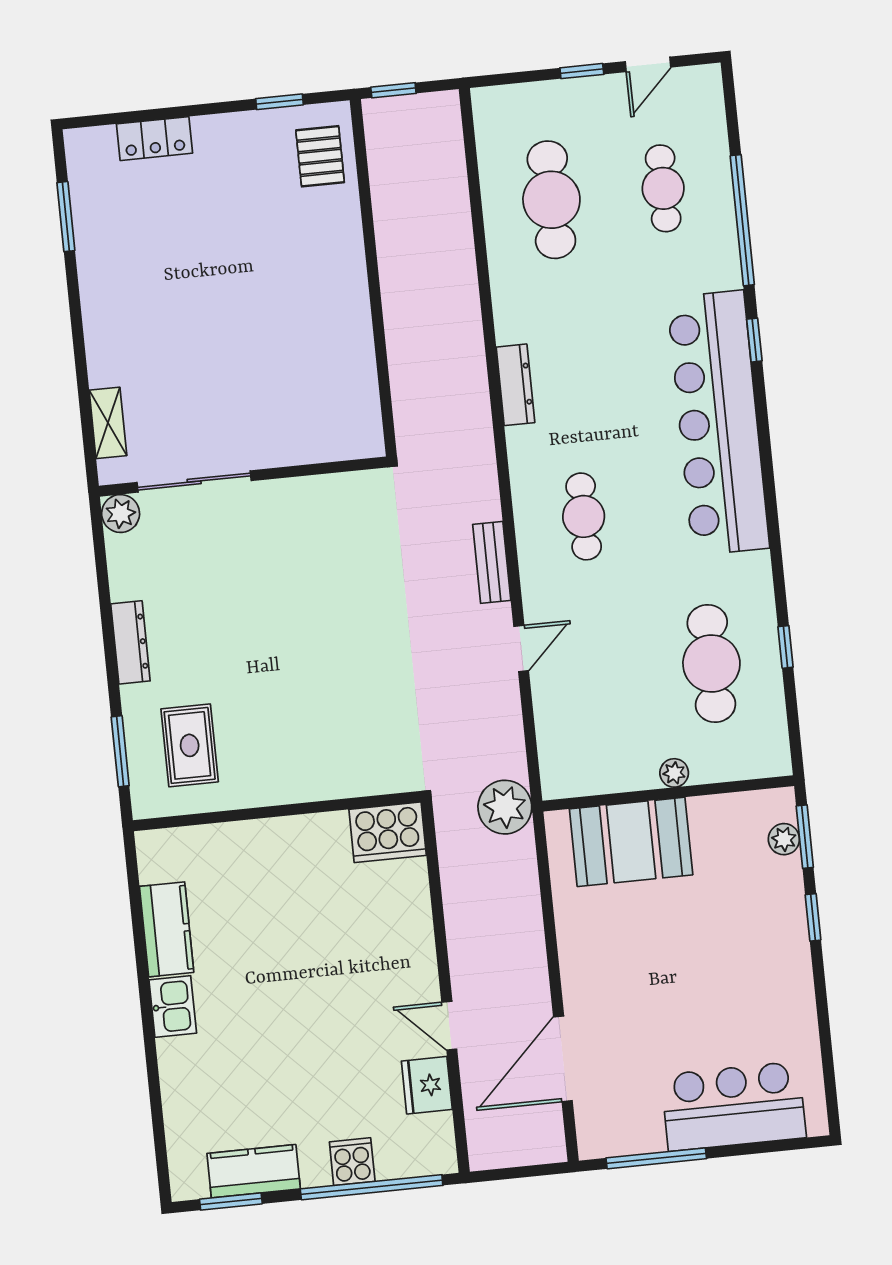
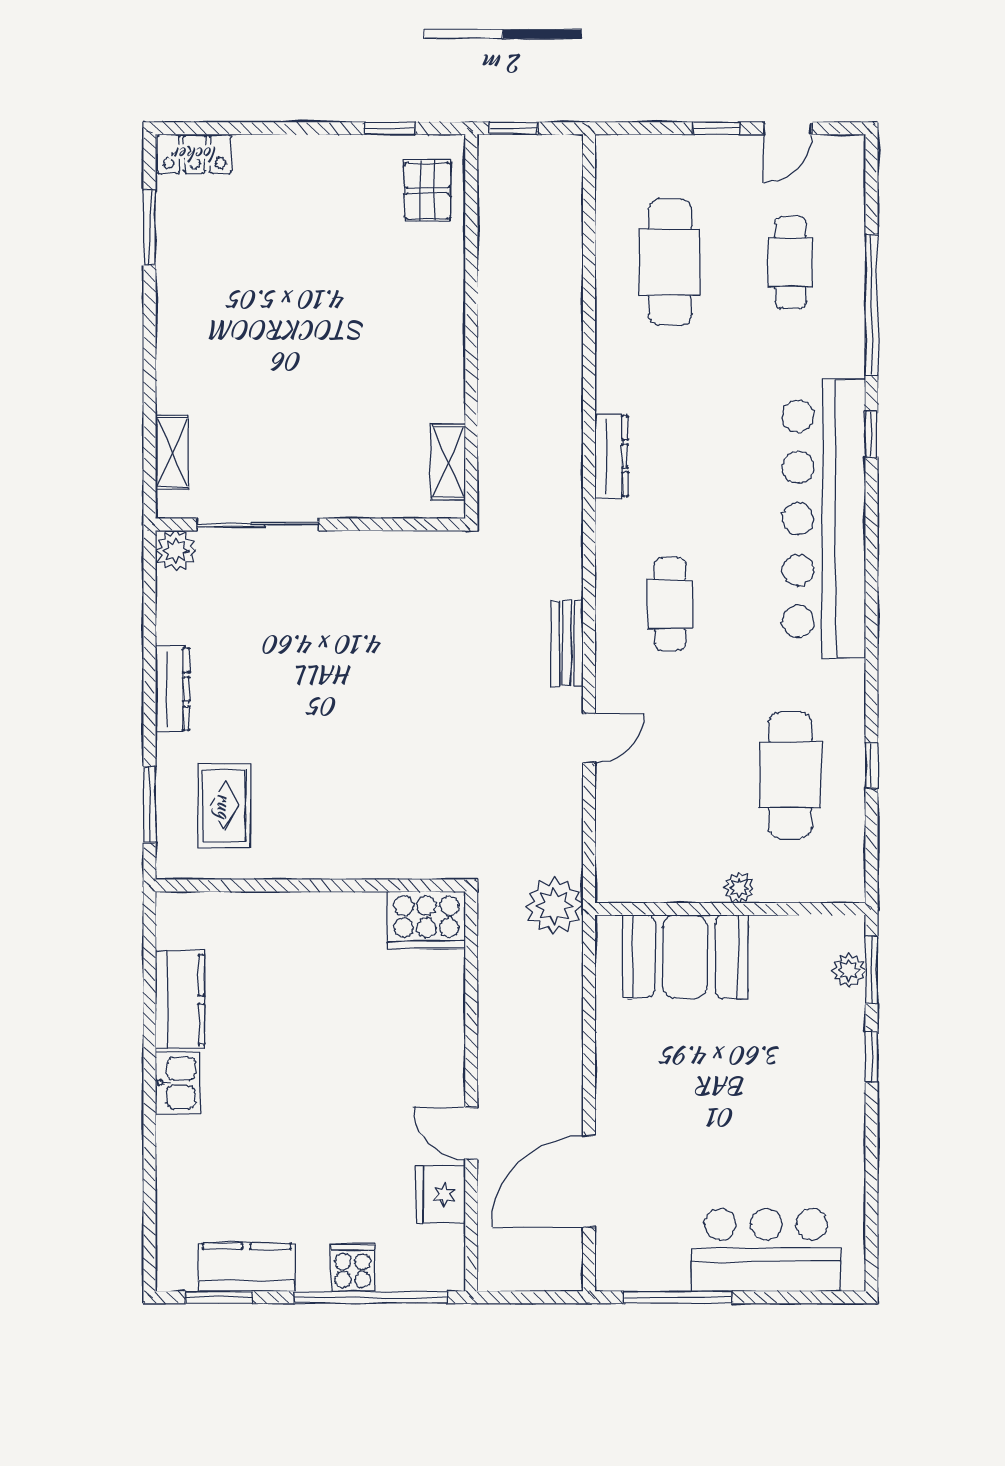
locker: (154, 139) -> (195, 154), moved
shelving: (365, 406) -> (448, 462), added

